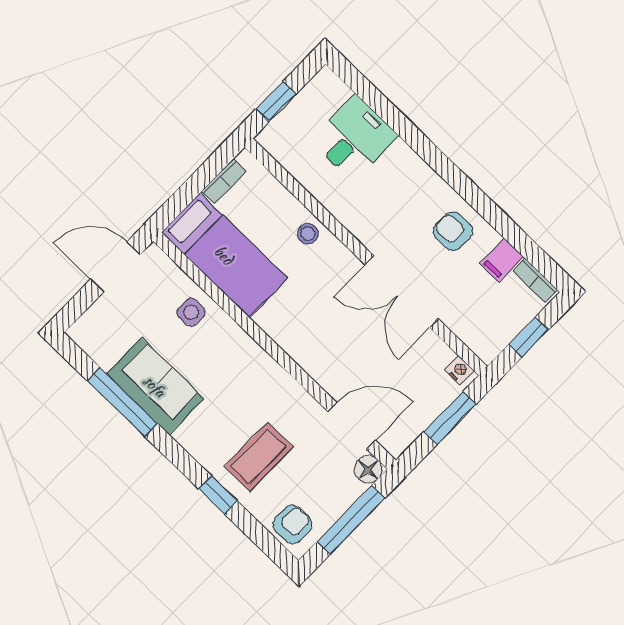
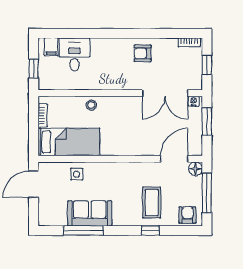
filing cabinet: (502, 260) -> (51, 47), moved
double door: (402, 292) -> (165, 93), moved

